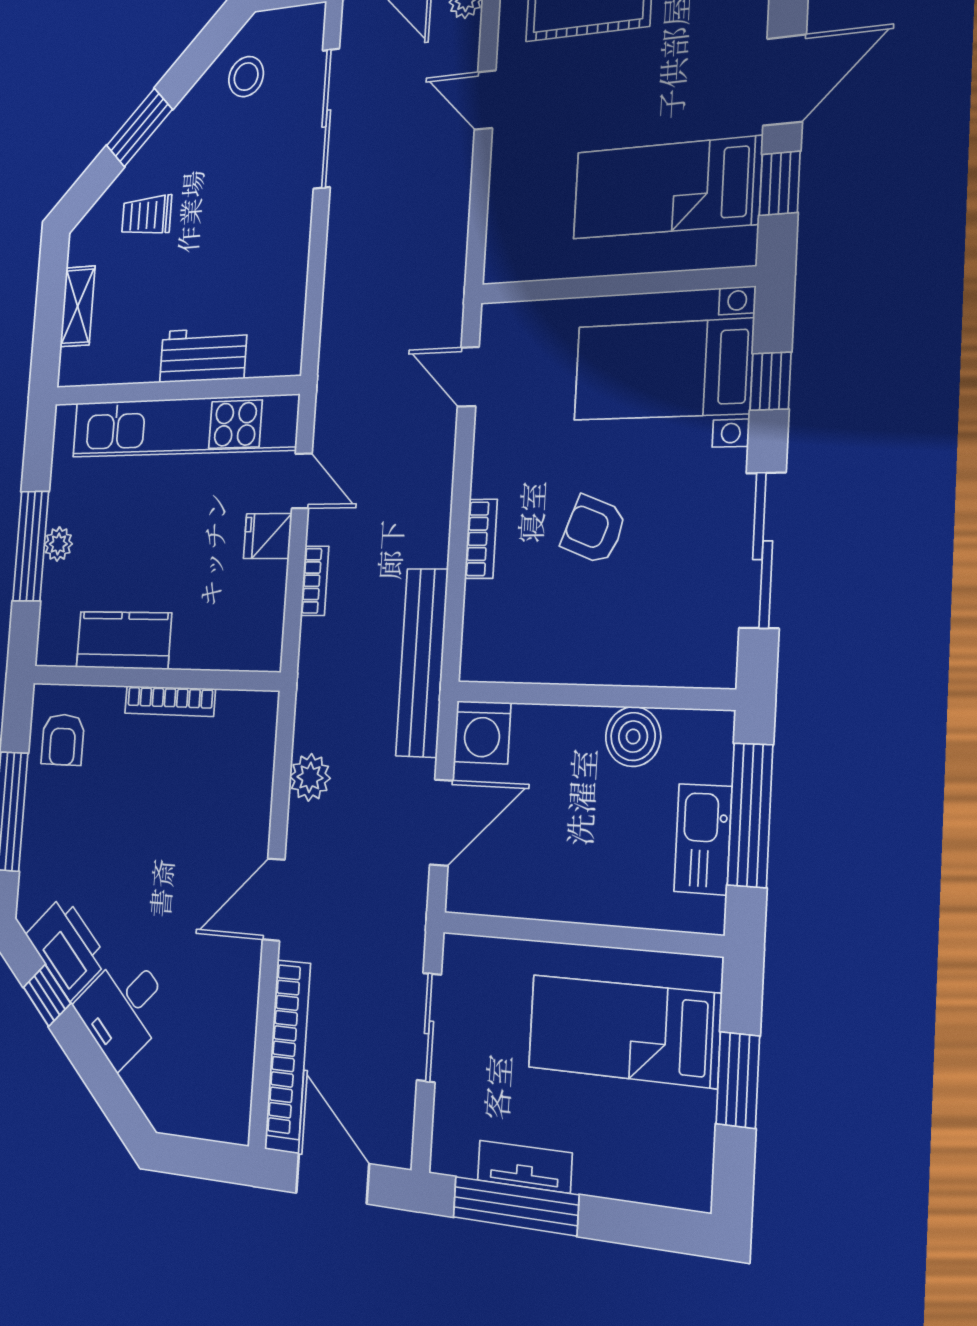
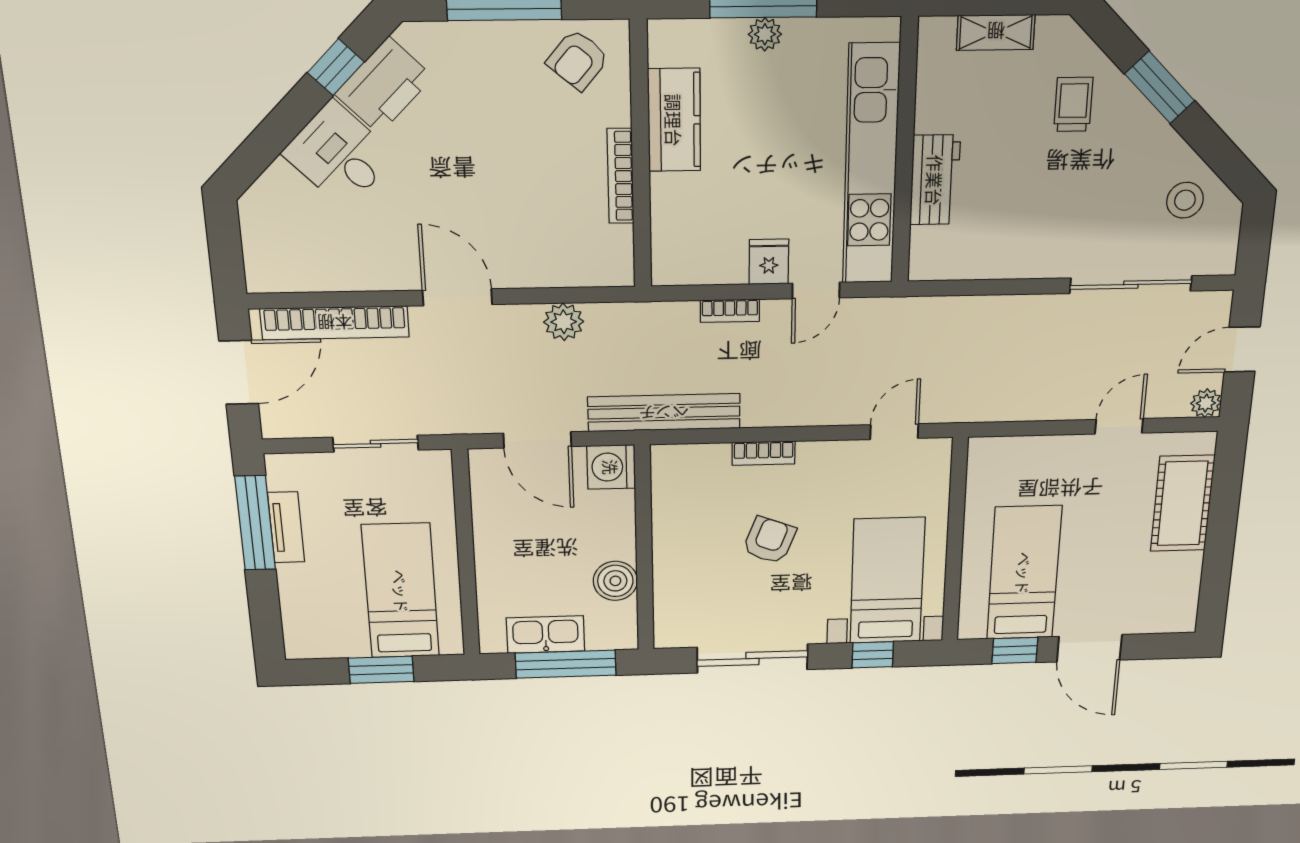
armchair: (63, 740) -> (578, 60), turned -50

